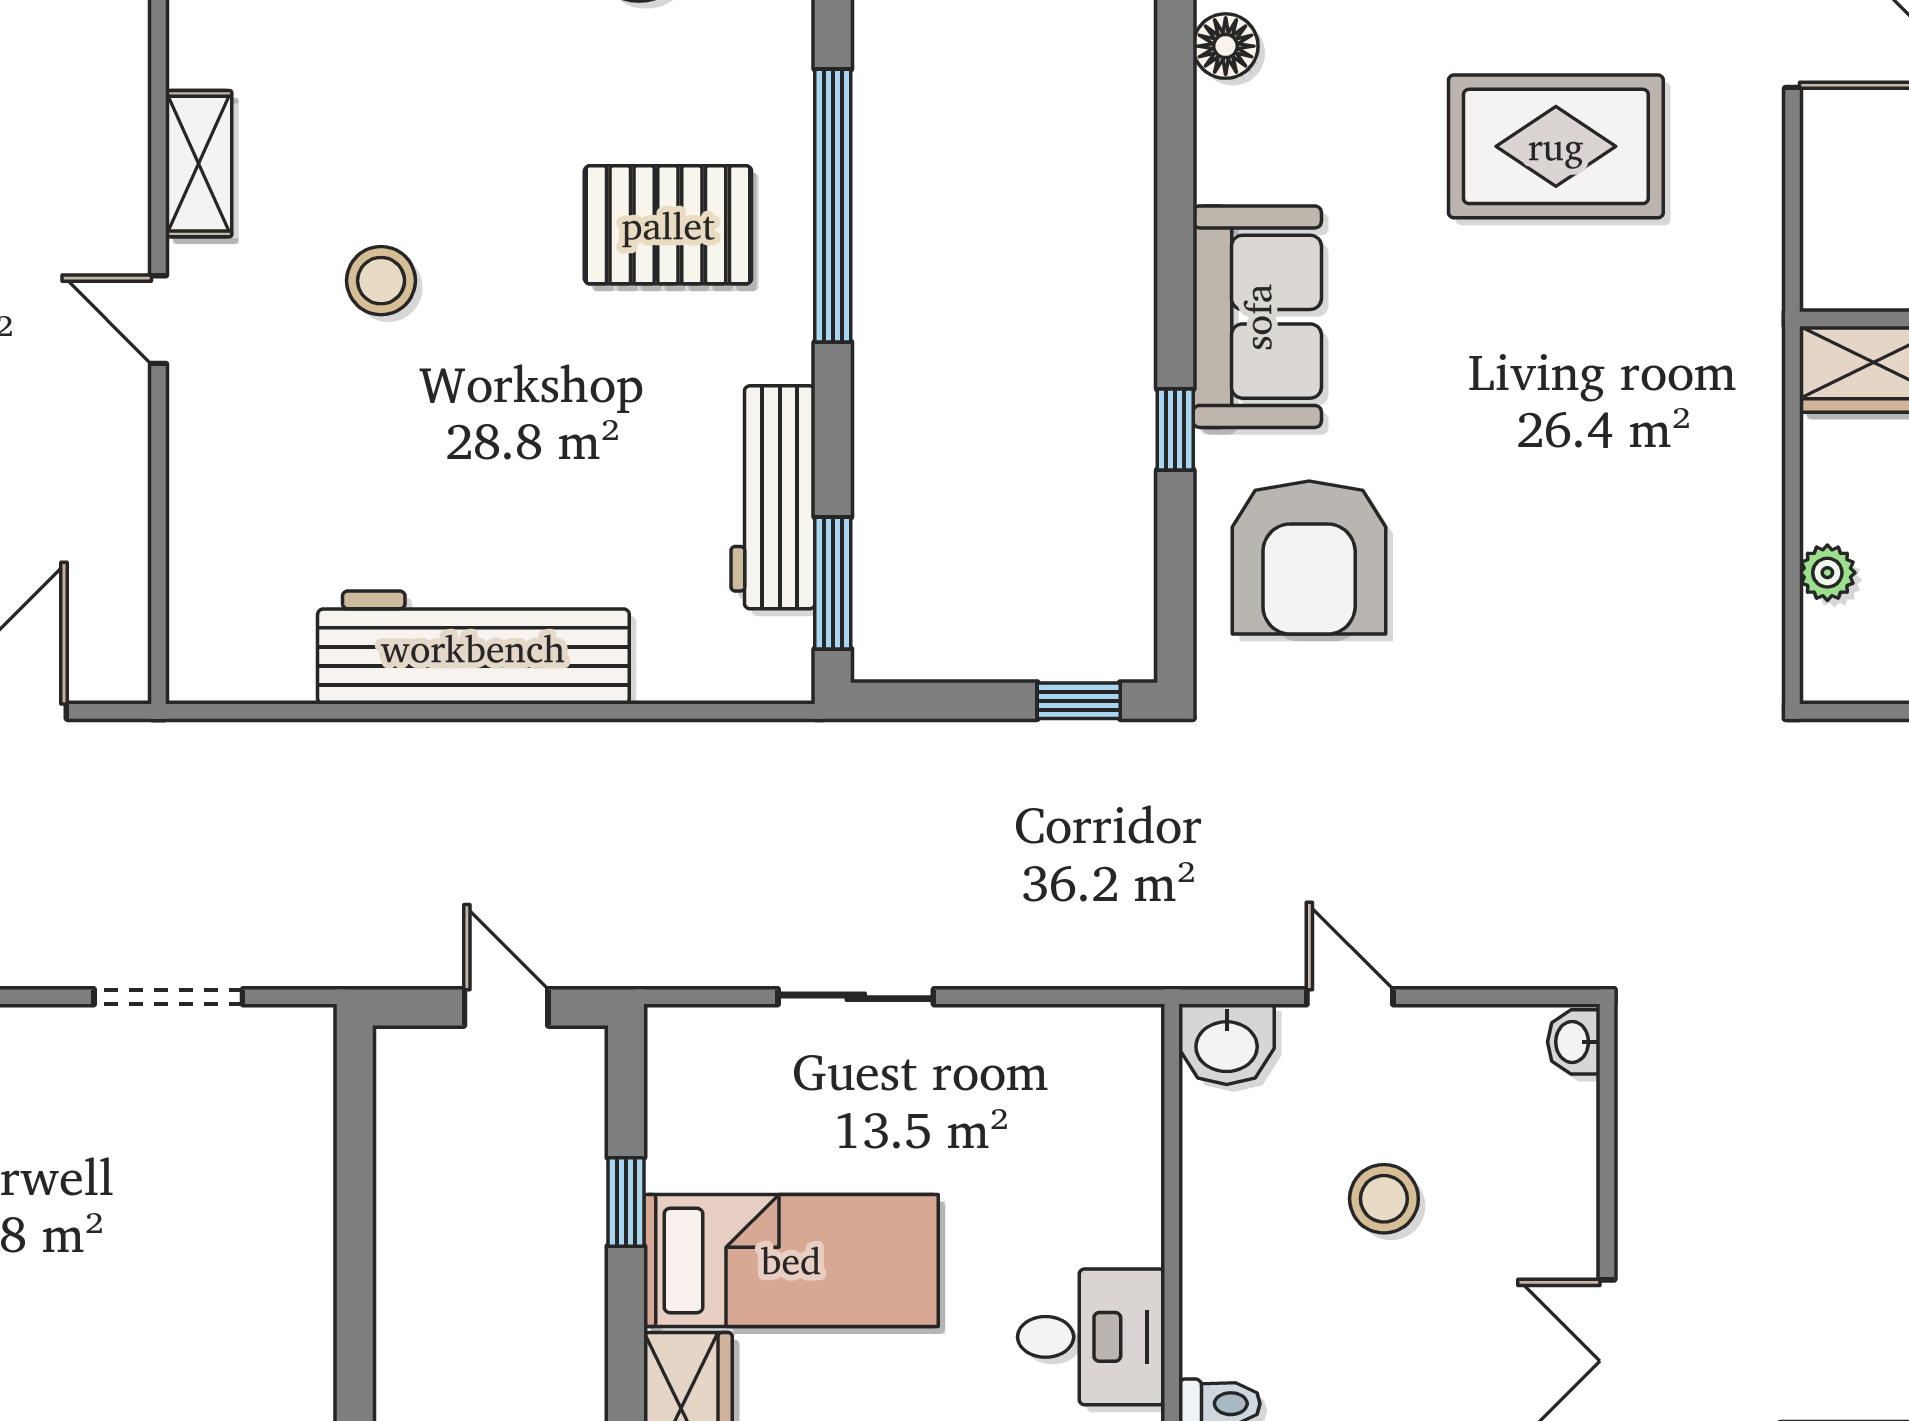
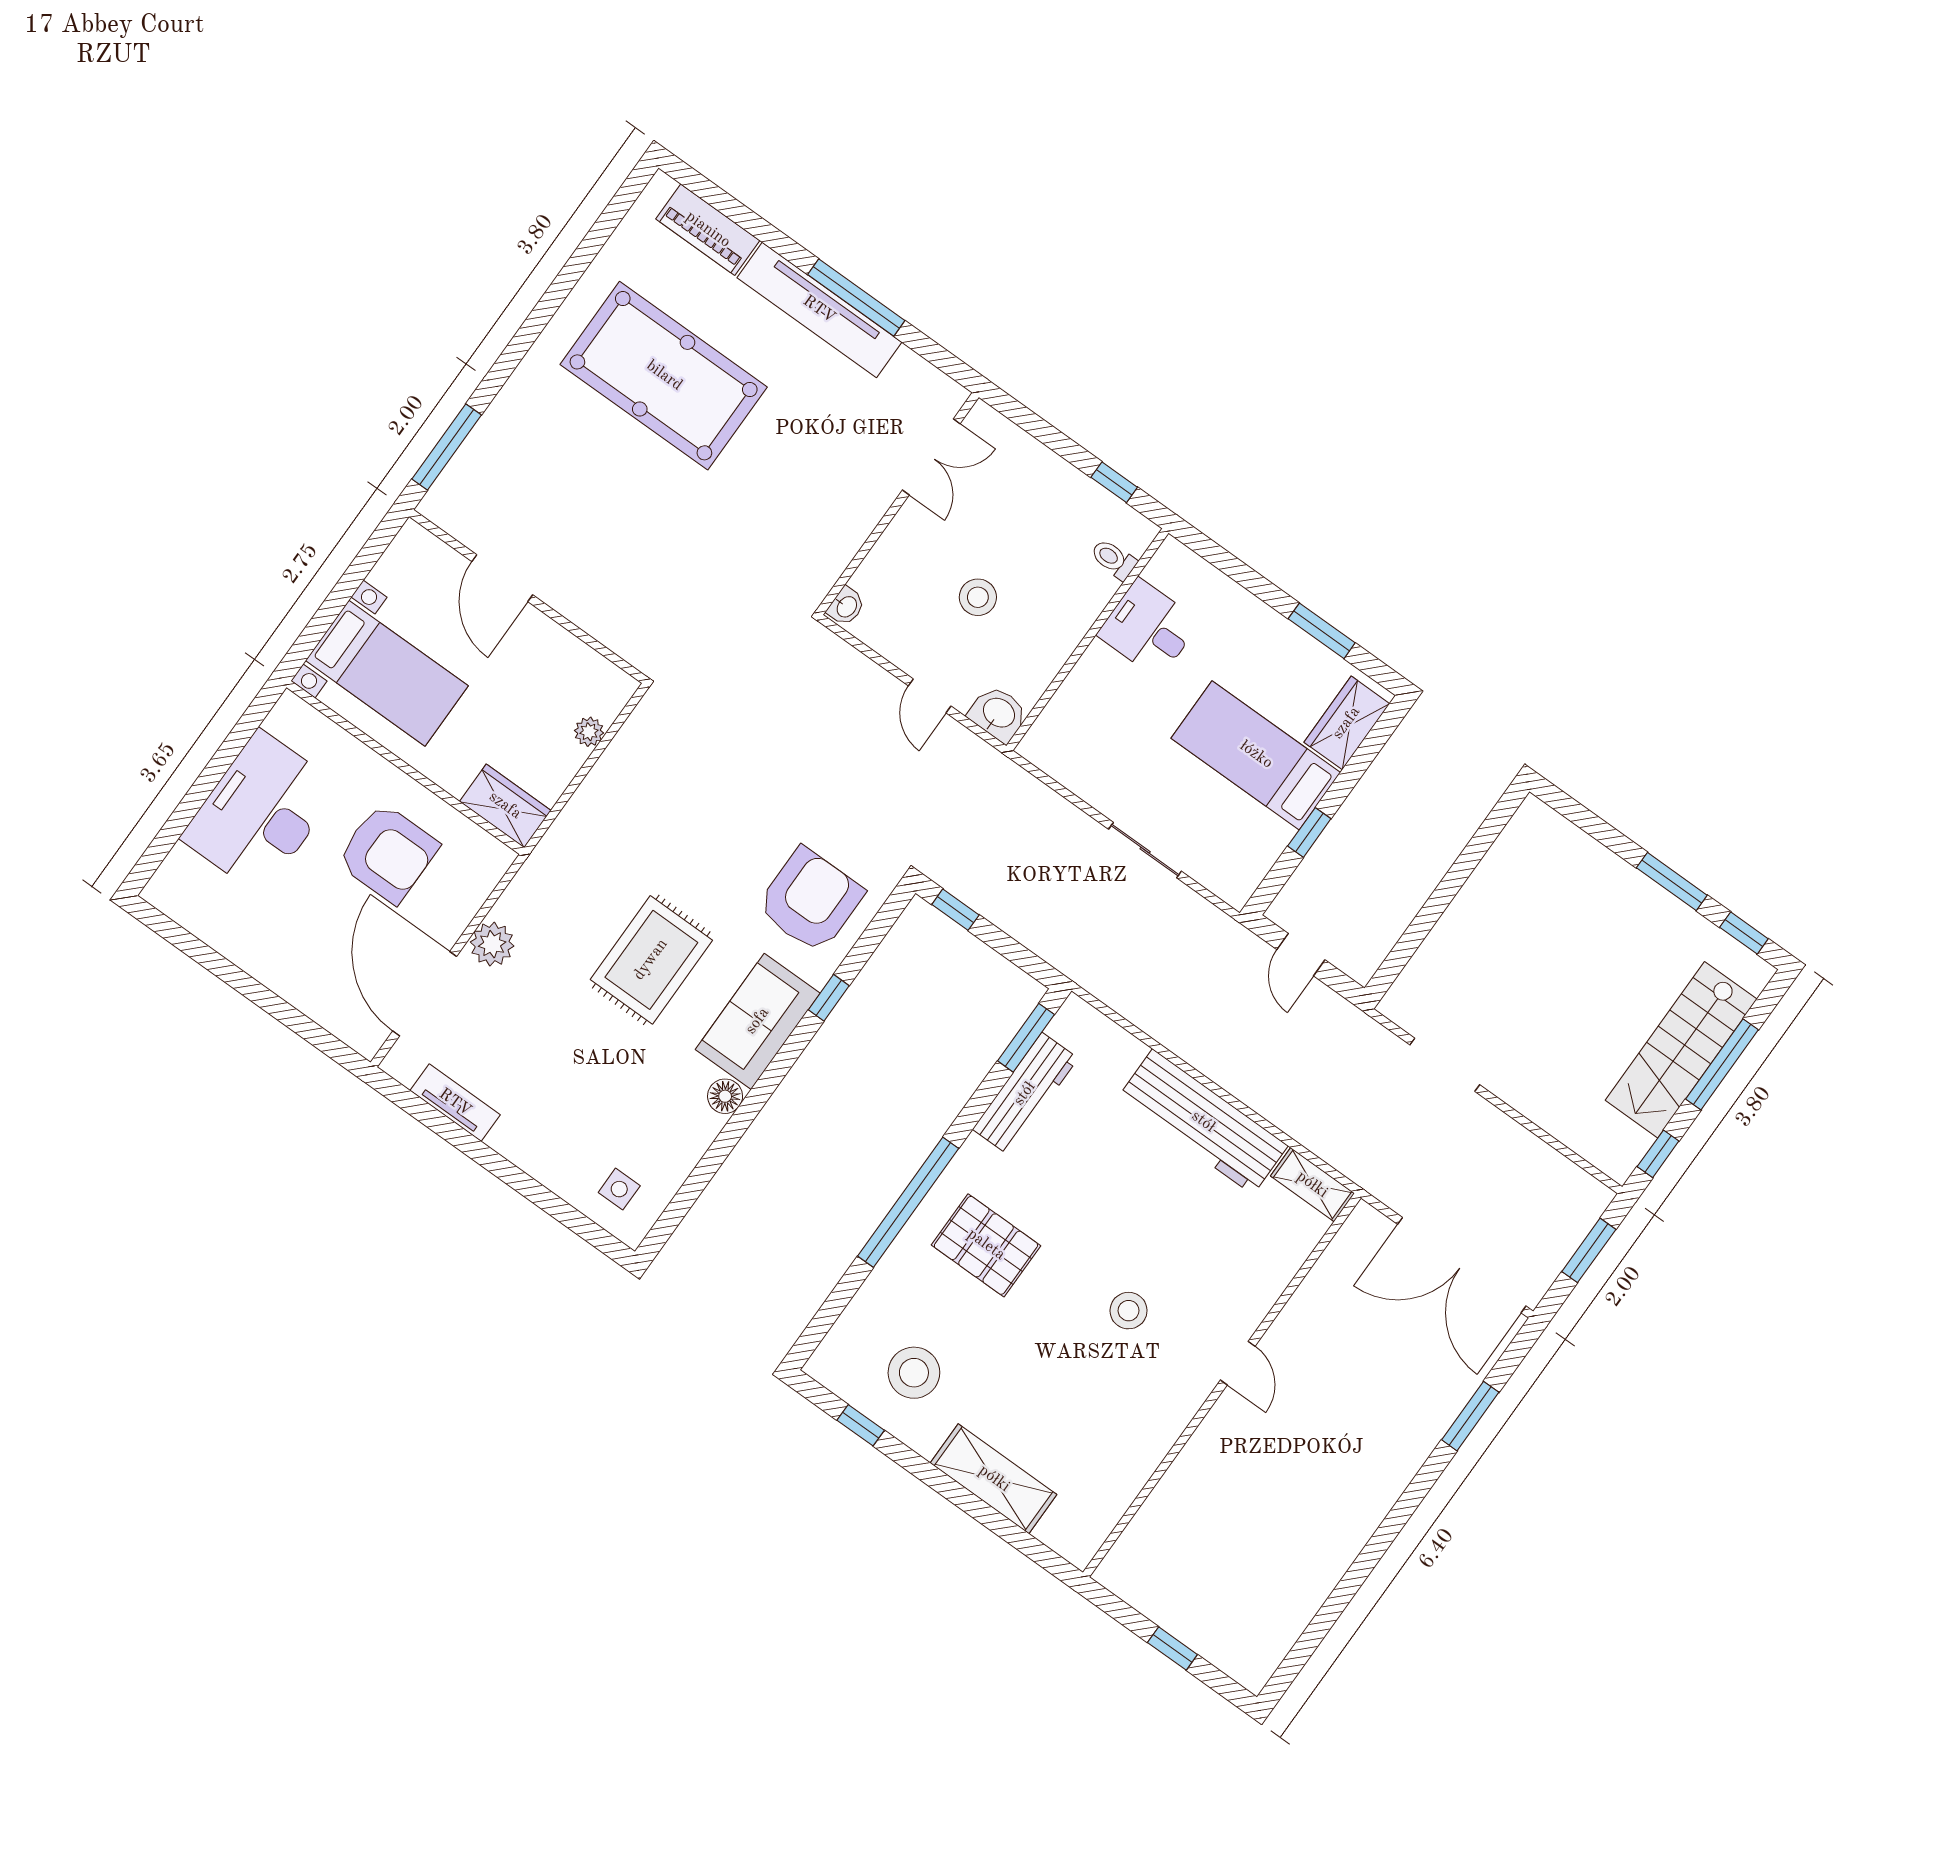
floor lamp: (1226, 46) -> (725, 1096), moved
rug: (1556, 146) -> (651, 960), moved, turned 90
plant: (1744, 146) -> (492, 944), added
shelving: (199, 164) -> (1312, 1185), moved, turned 90

